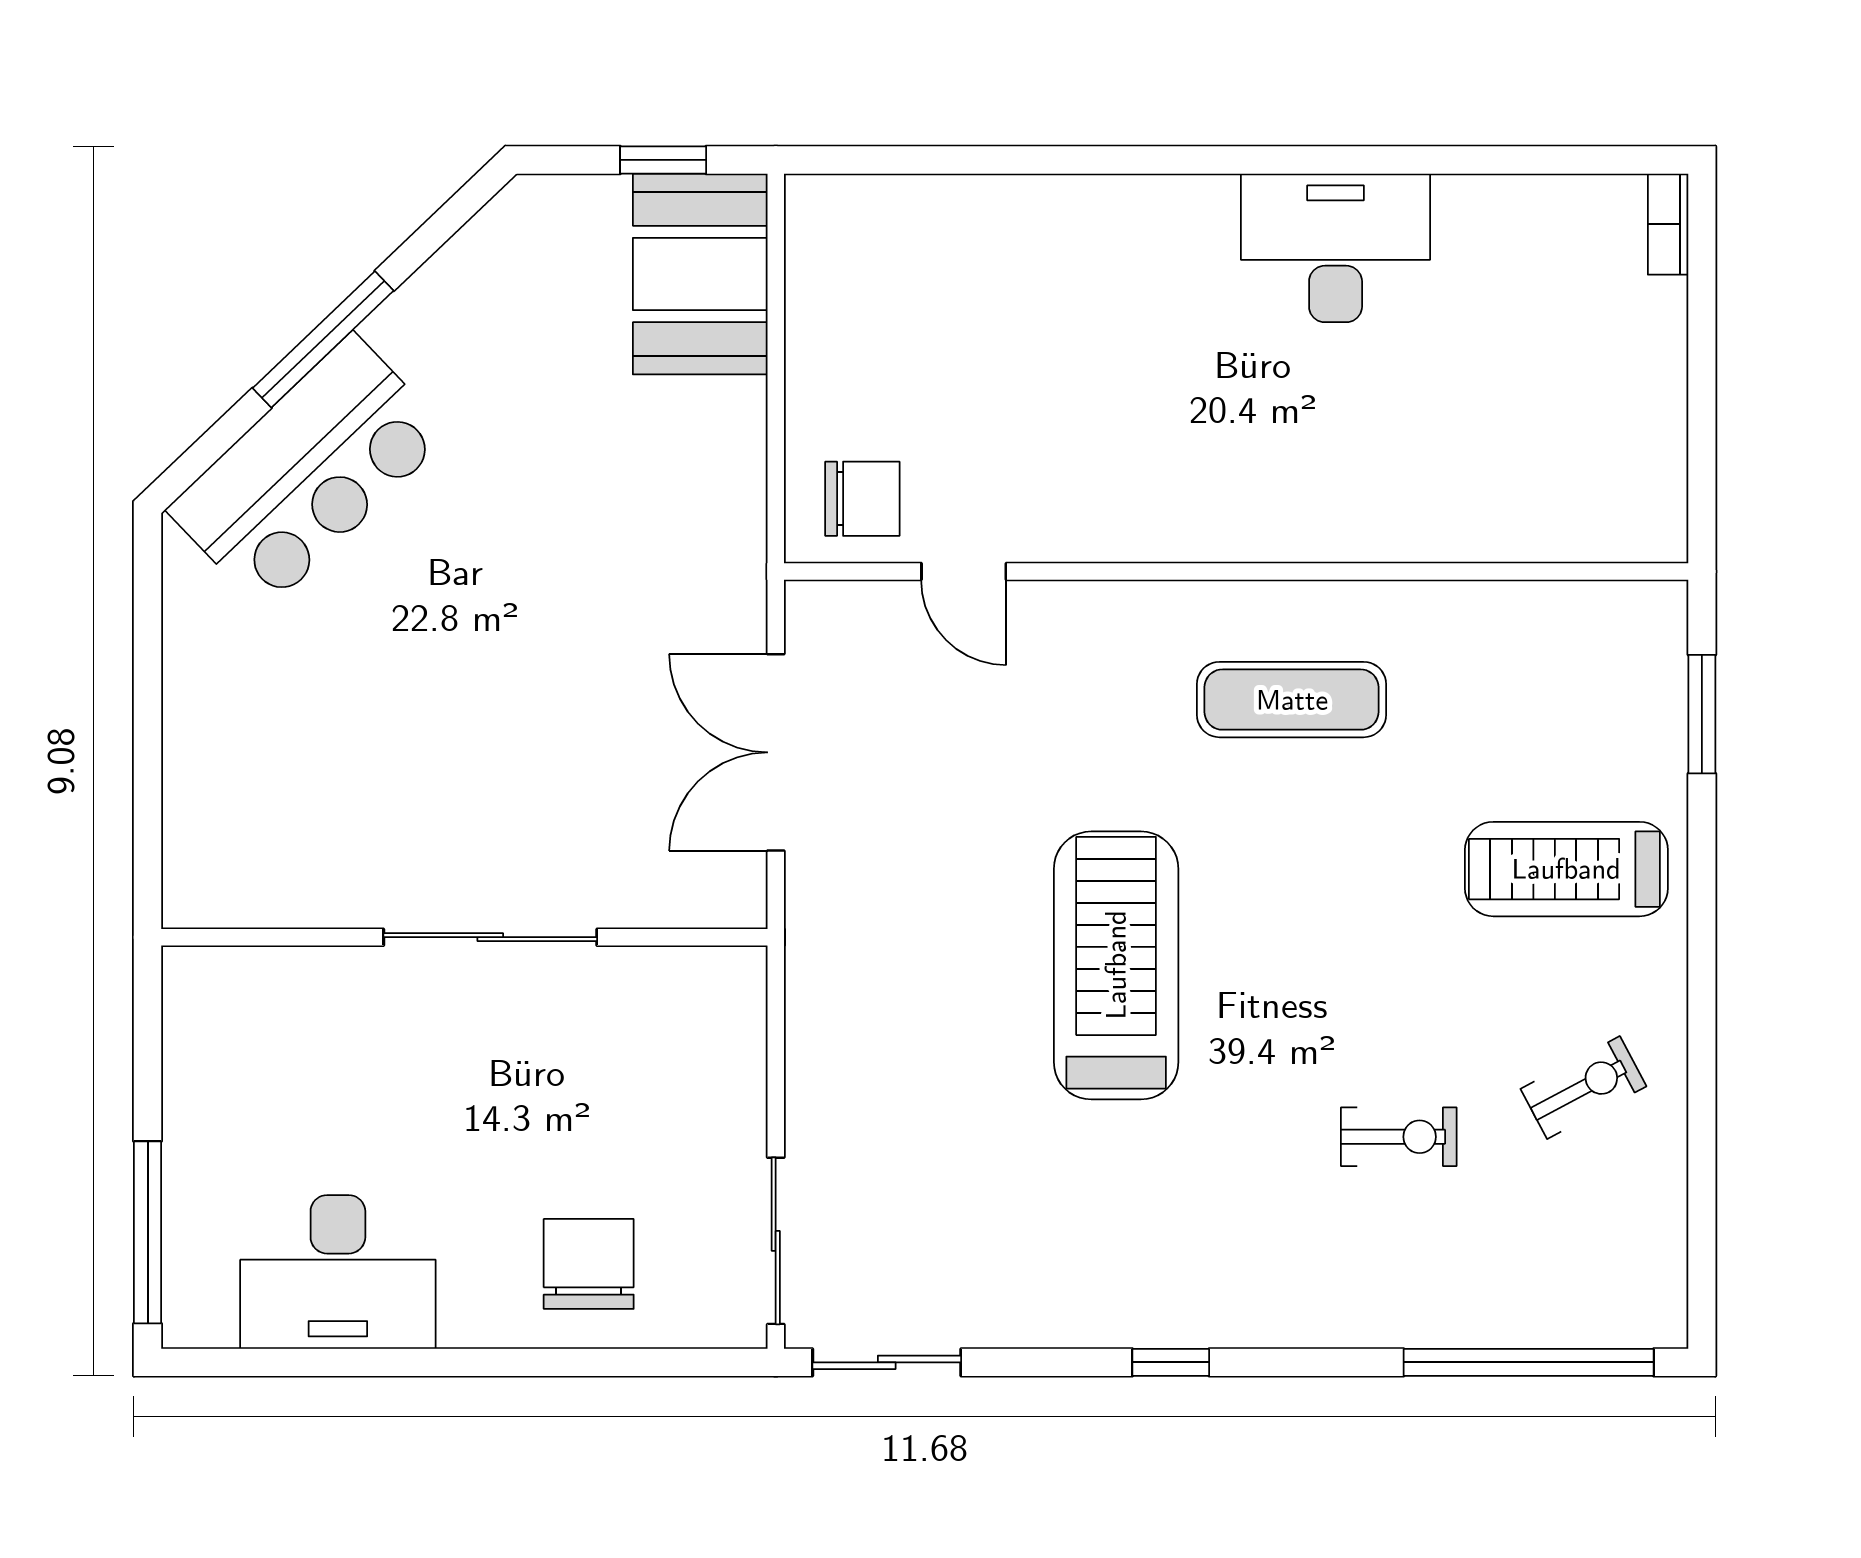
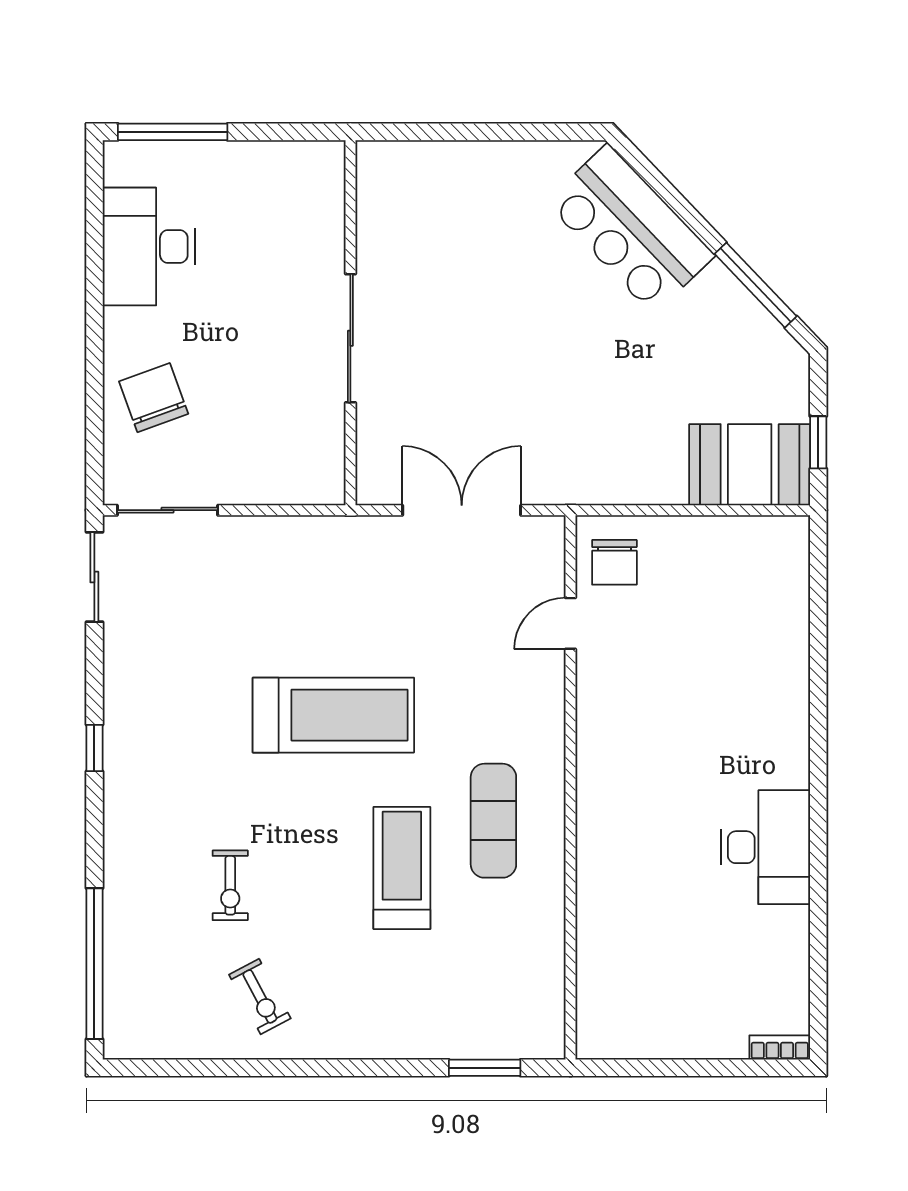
window: (323, 339) -> (756, 285), moved
treadmill: (1566, 869) -> (402, 868), moved
chair: (589, 1264) -> (154, 398), turned -110

